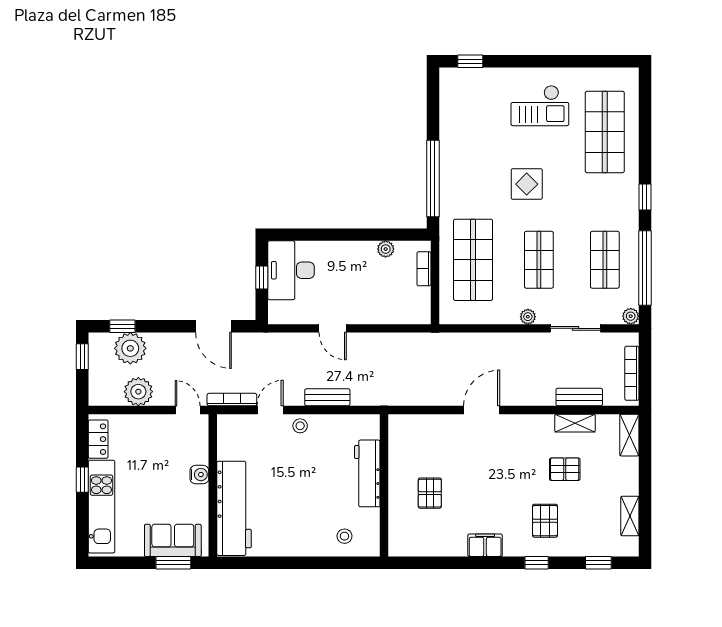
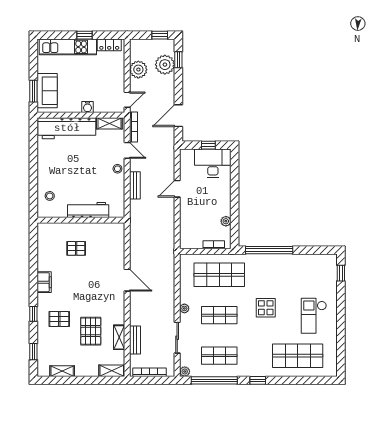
shelving: (226, 439) -> (109, 123), added
pallet: (565, 469) -> (91, 331), width x1.50, depth x1.42

